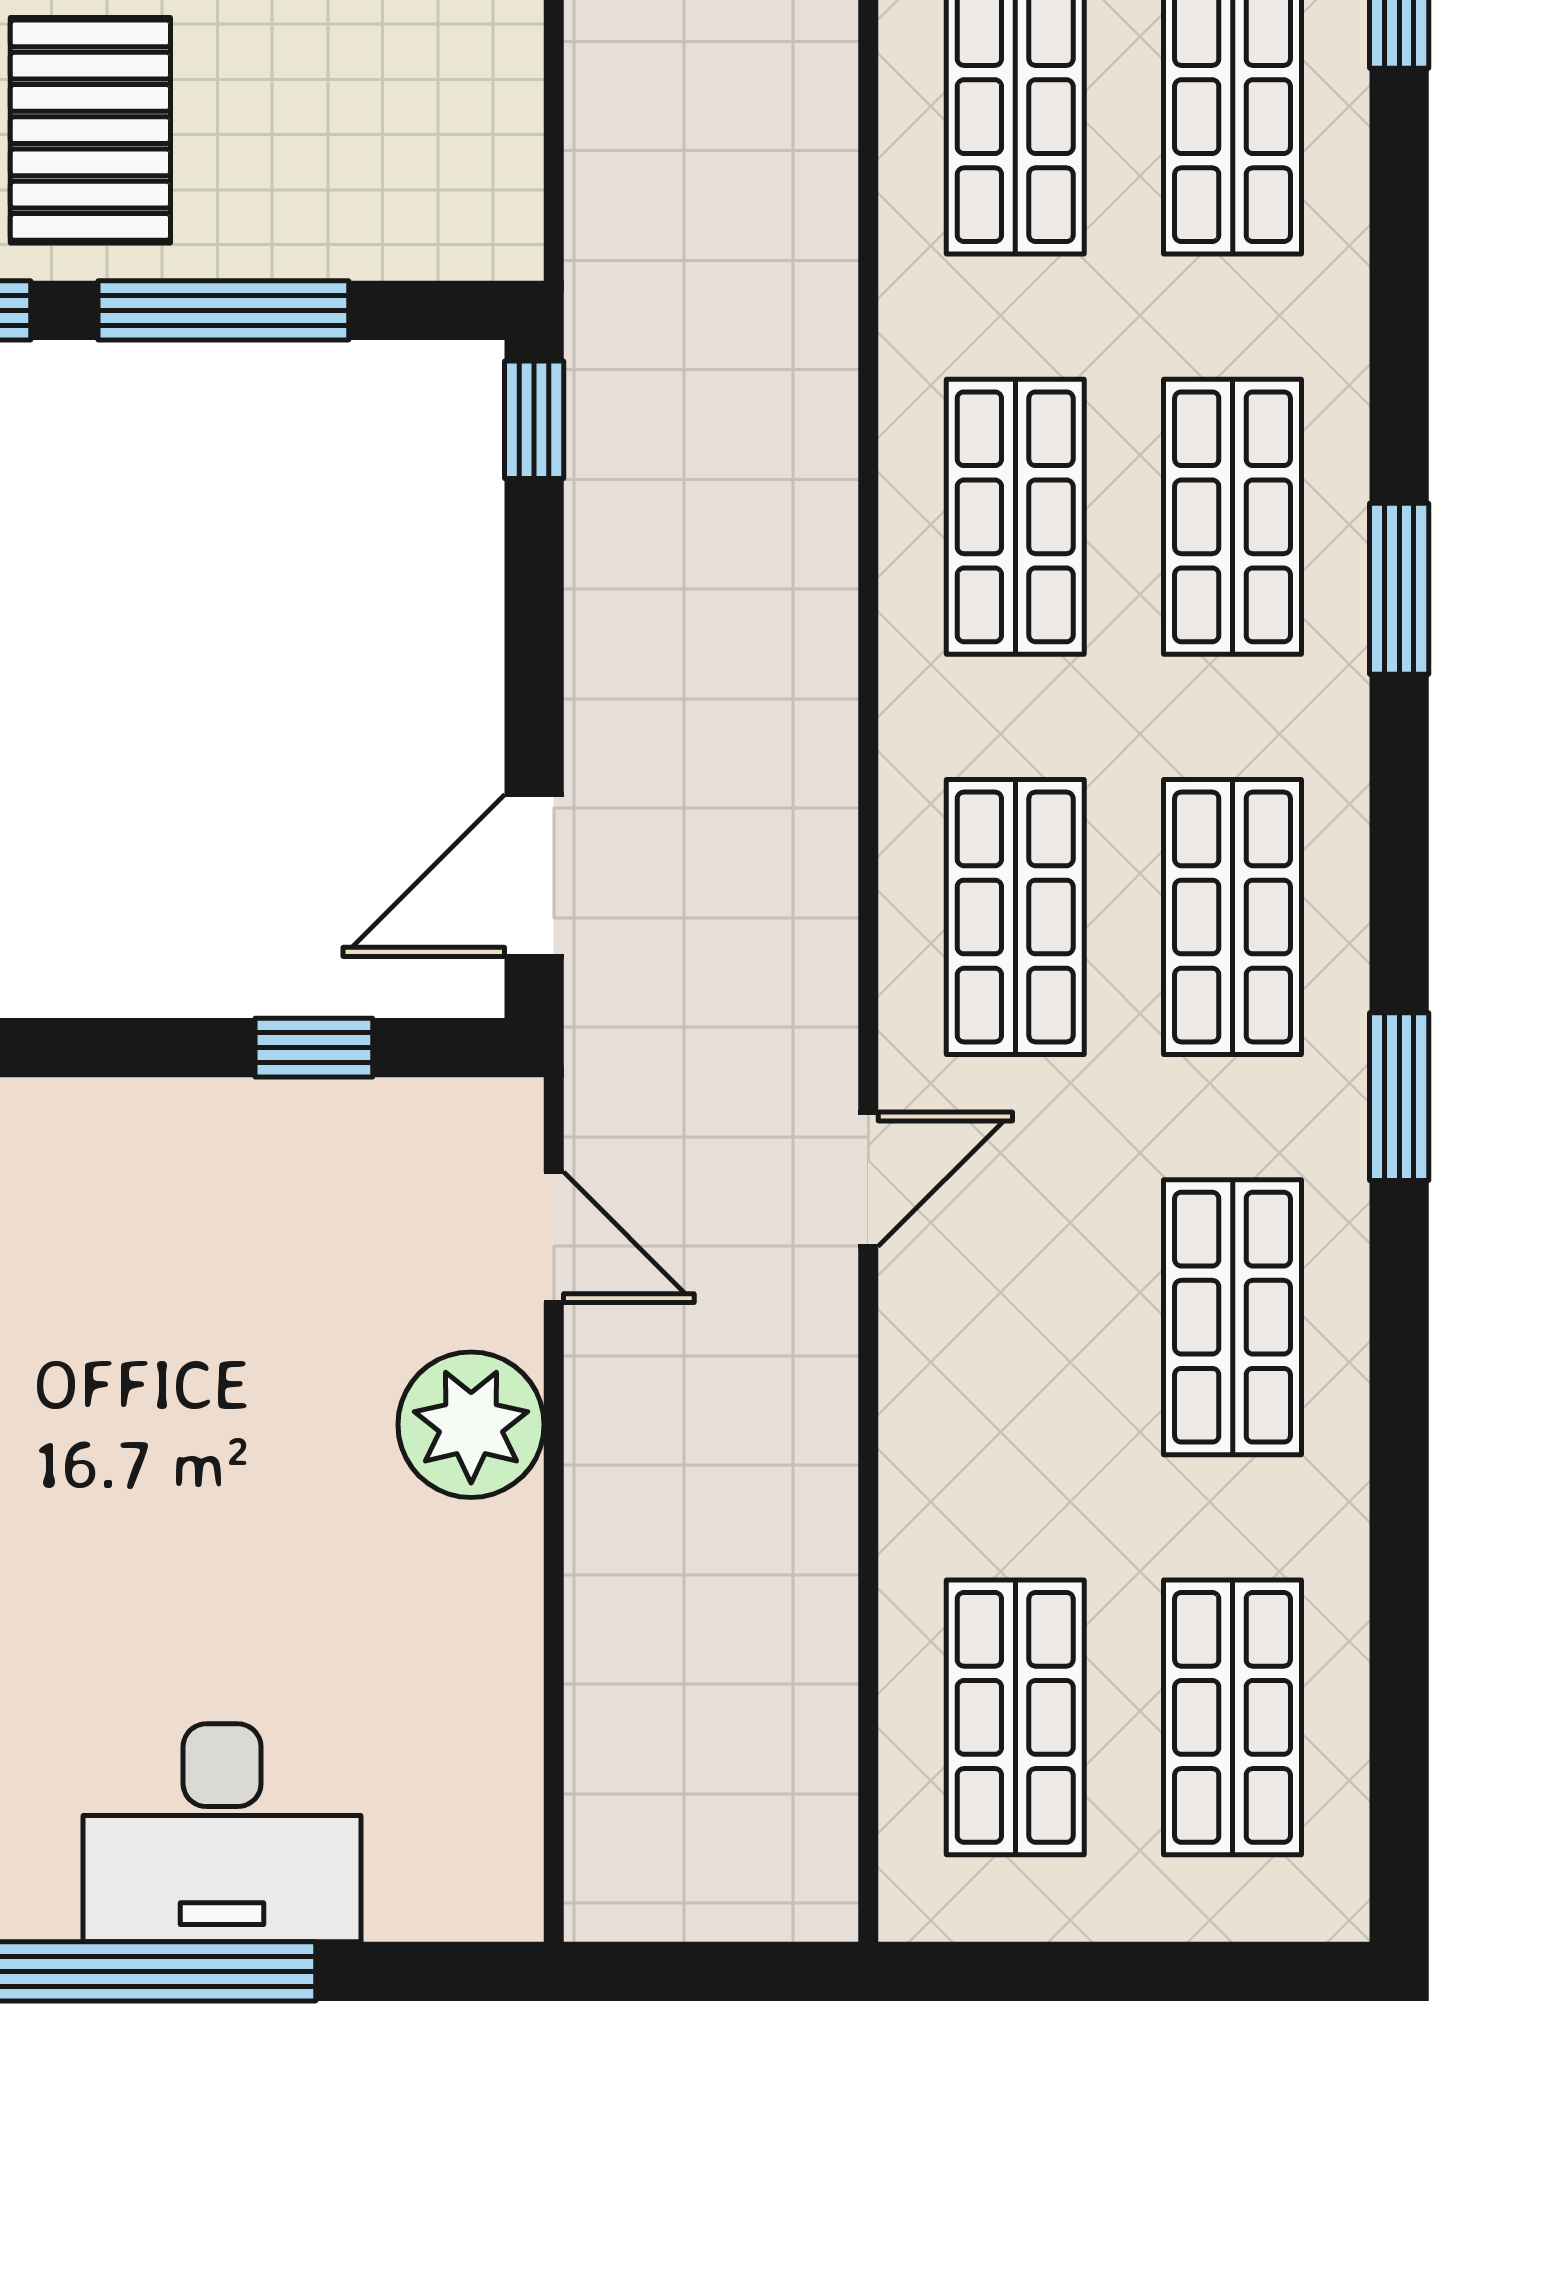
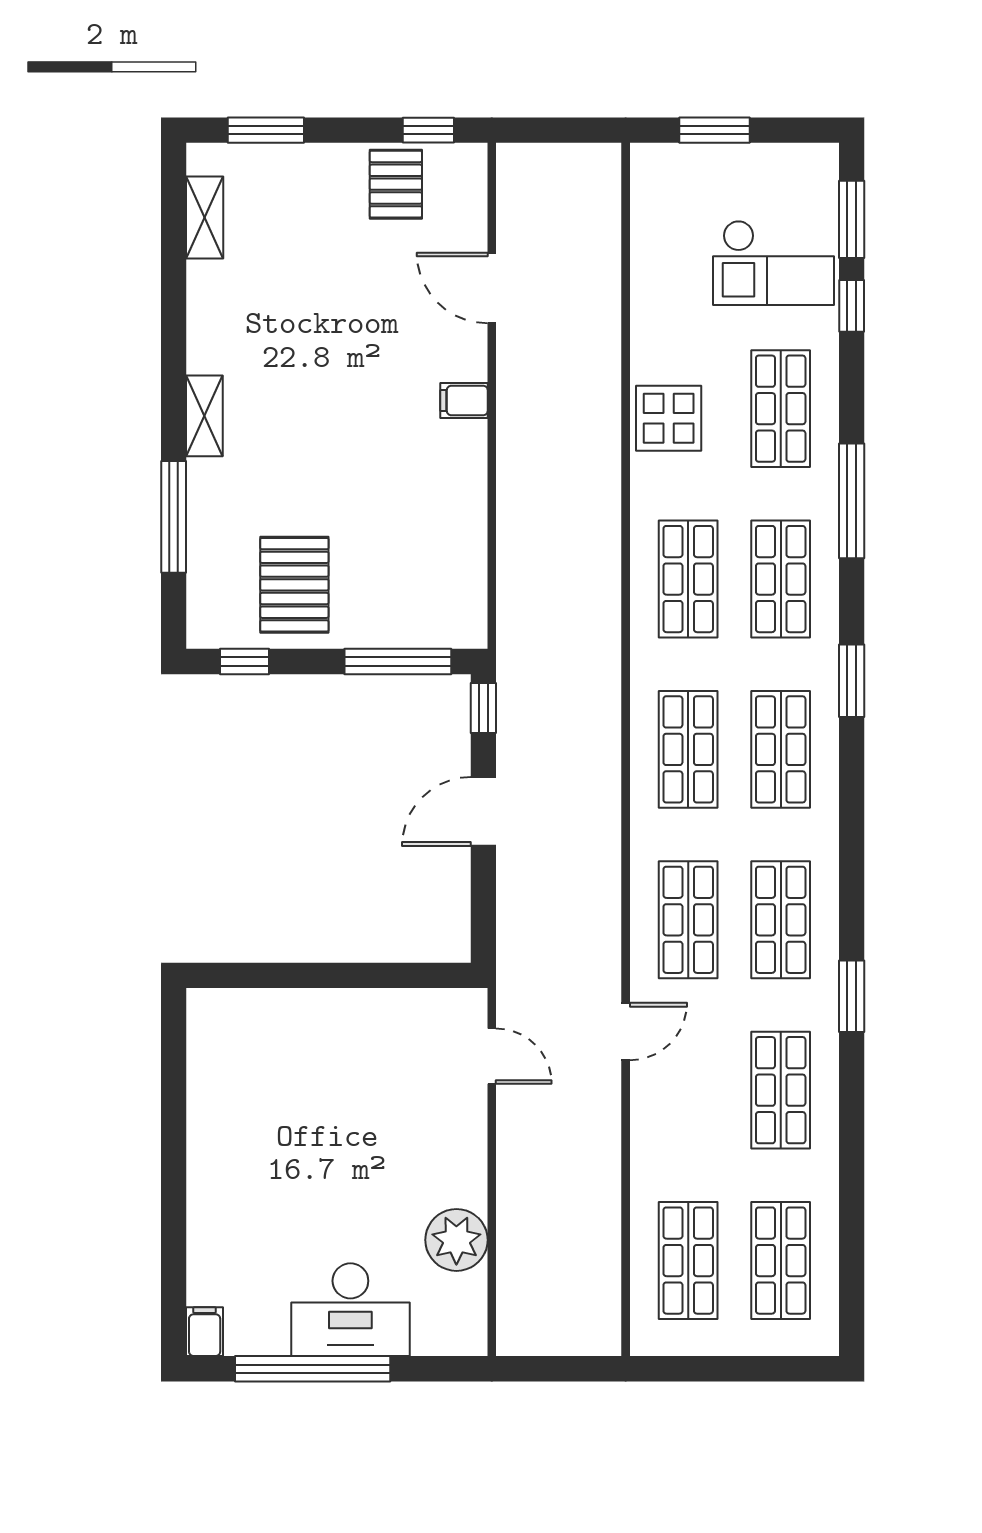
window: (223, 310) -> (398, 662), moved
window: (1399, 589) -> (852, 681), moved
door: (534, 875) -> (483, 812), moved
window: (314, 1048) -> (390, 975), removed
plant: (471, 1425) -> (456, 1240), moved

